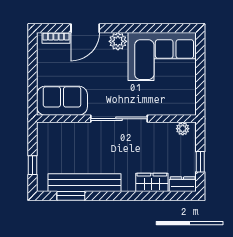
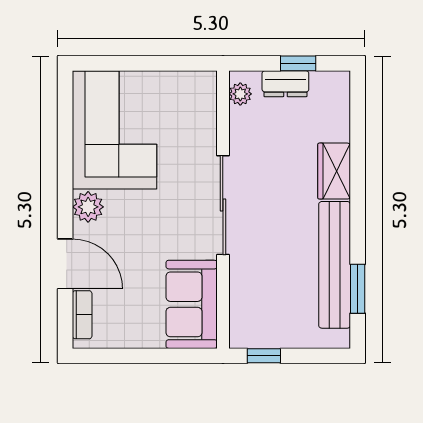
window: (32, 165) -> (264, 356), moved
wardrobe: (152, 182) -> (334, 171), moved
dresser: (183, 184) -> (285, 84), moved, turned -90

